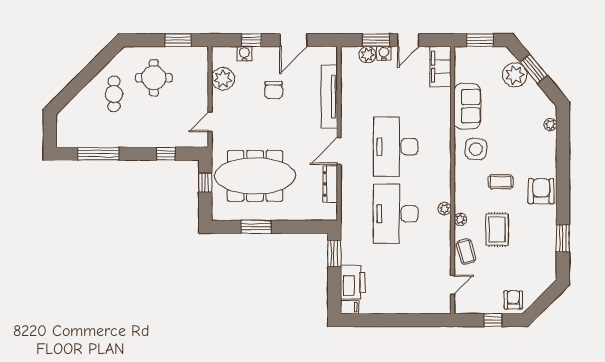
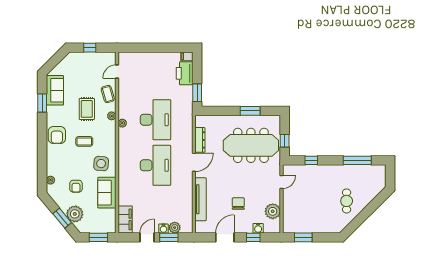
round table: (154, 78) -> (320, 212), removed
sofa: (544, 257) -> (55, 90), added
armchair: (513, 300) -> (76, 186), moved

